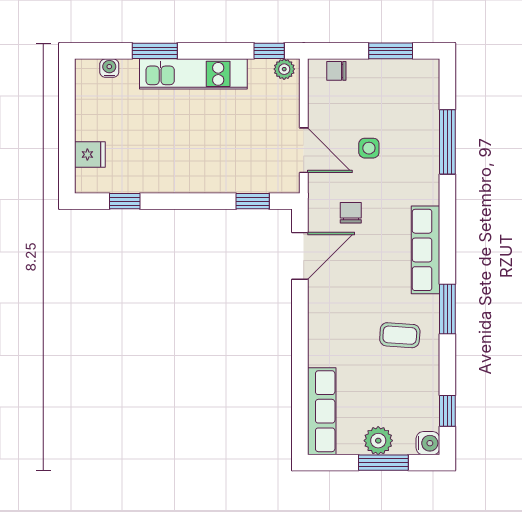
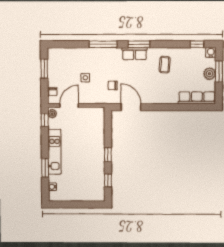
window: (447, 142) -> (103, 44), moved
door: (304, 150) -> (69, 105), moved
fridge: (90, 154) -> (89, 195), removed
window: (253, 201) -> (108, 155), moved
row of seats: (425, 250) -> (134, 54), width x0.68
window: (447, 309) -> (139, 44), moved

